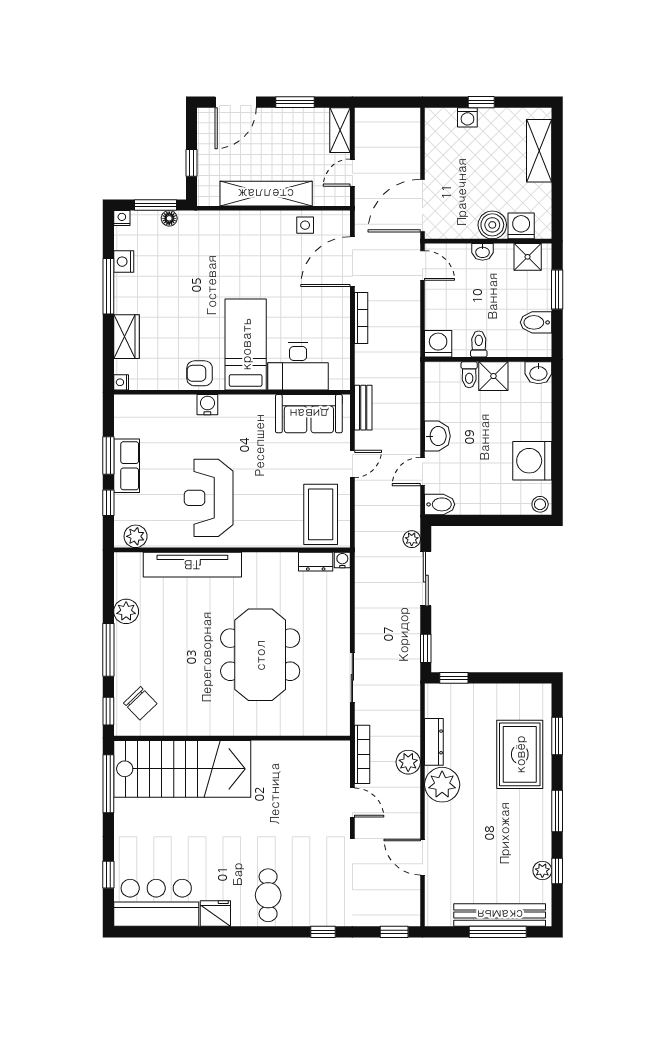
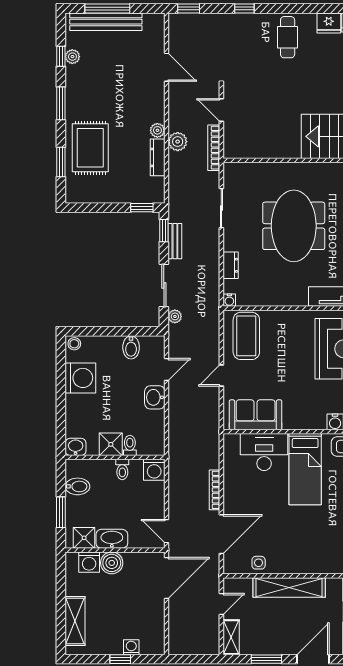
washbasin: (483, 252) -> (112, 539), width x1.91, depth x1.45
bench: (363, 408) -> (175, 241), moved
bidet: (440, 504) -> (131, 347), moved, turned -90
dresser: (316, 562) -> (231, 265), moved, turned 90
plant: (442, 785) -> (157, 130), width x0.53, depth x0.53

